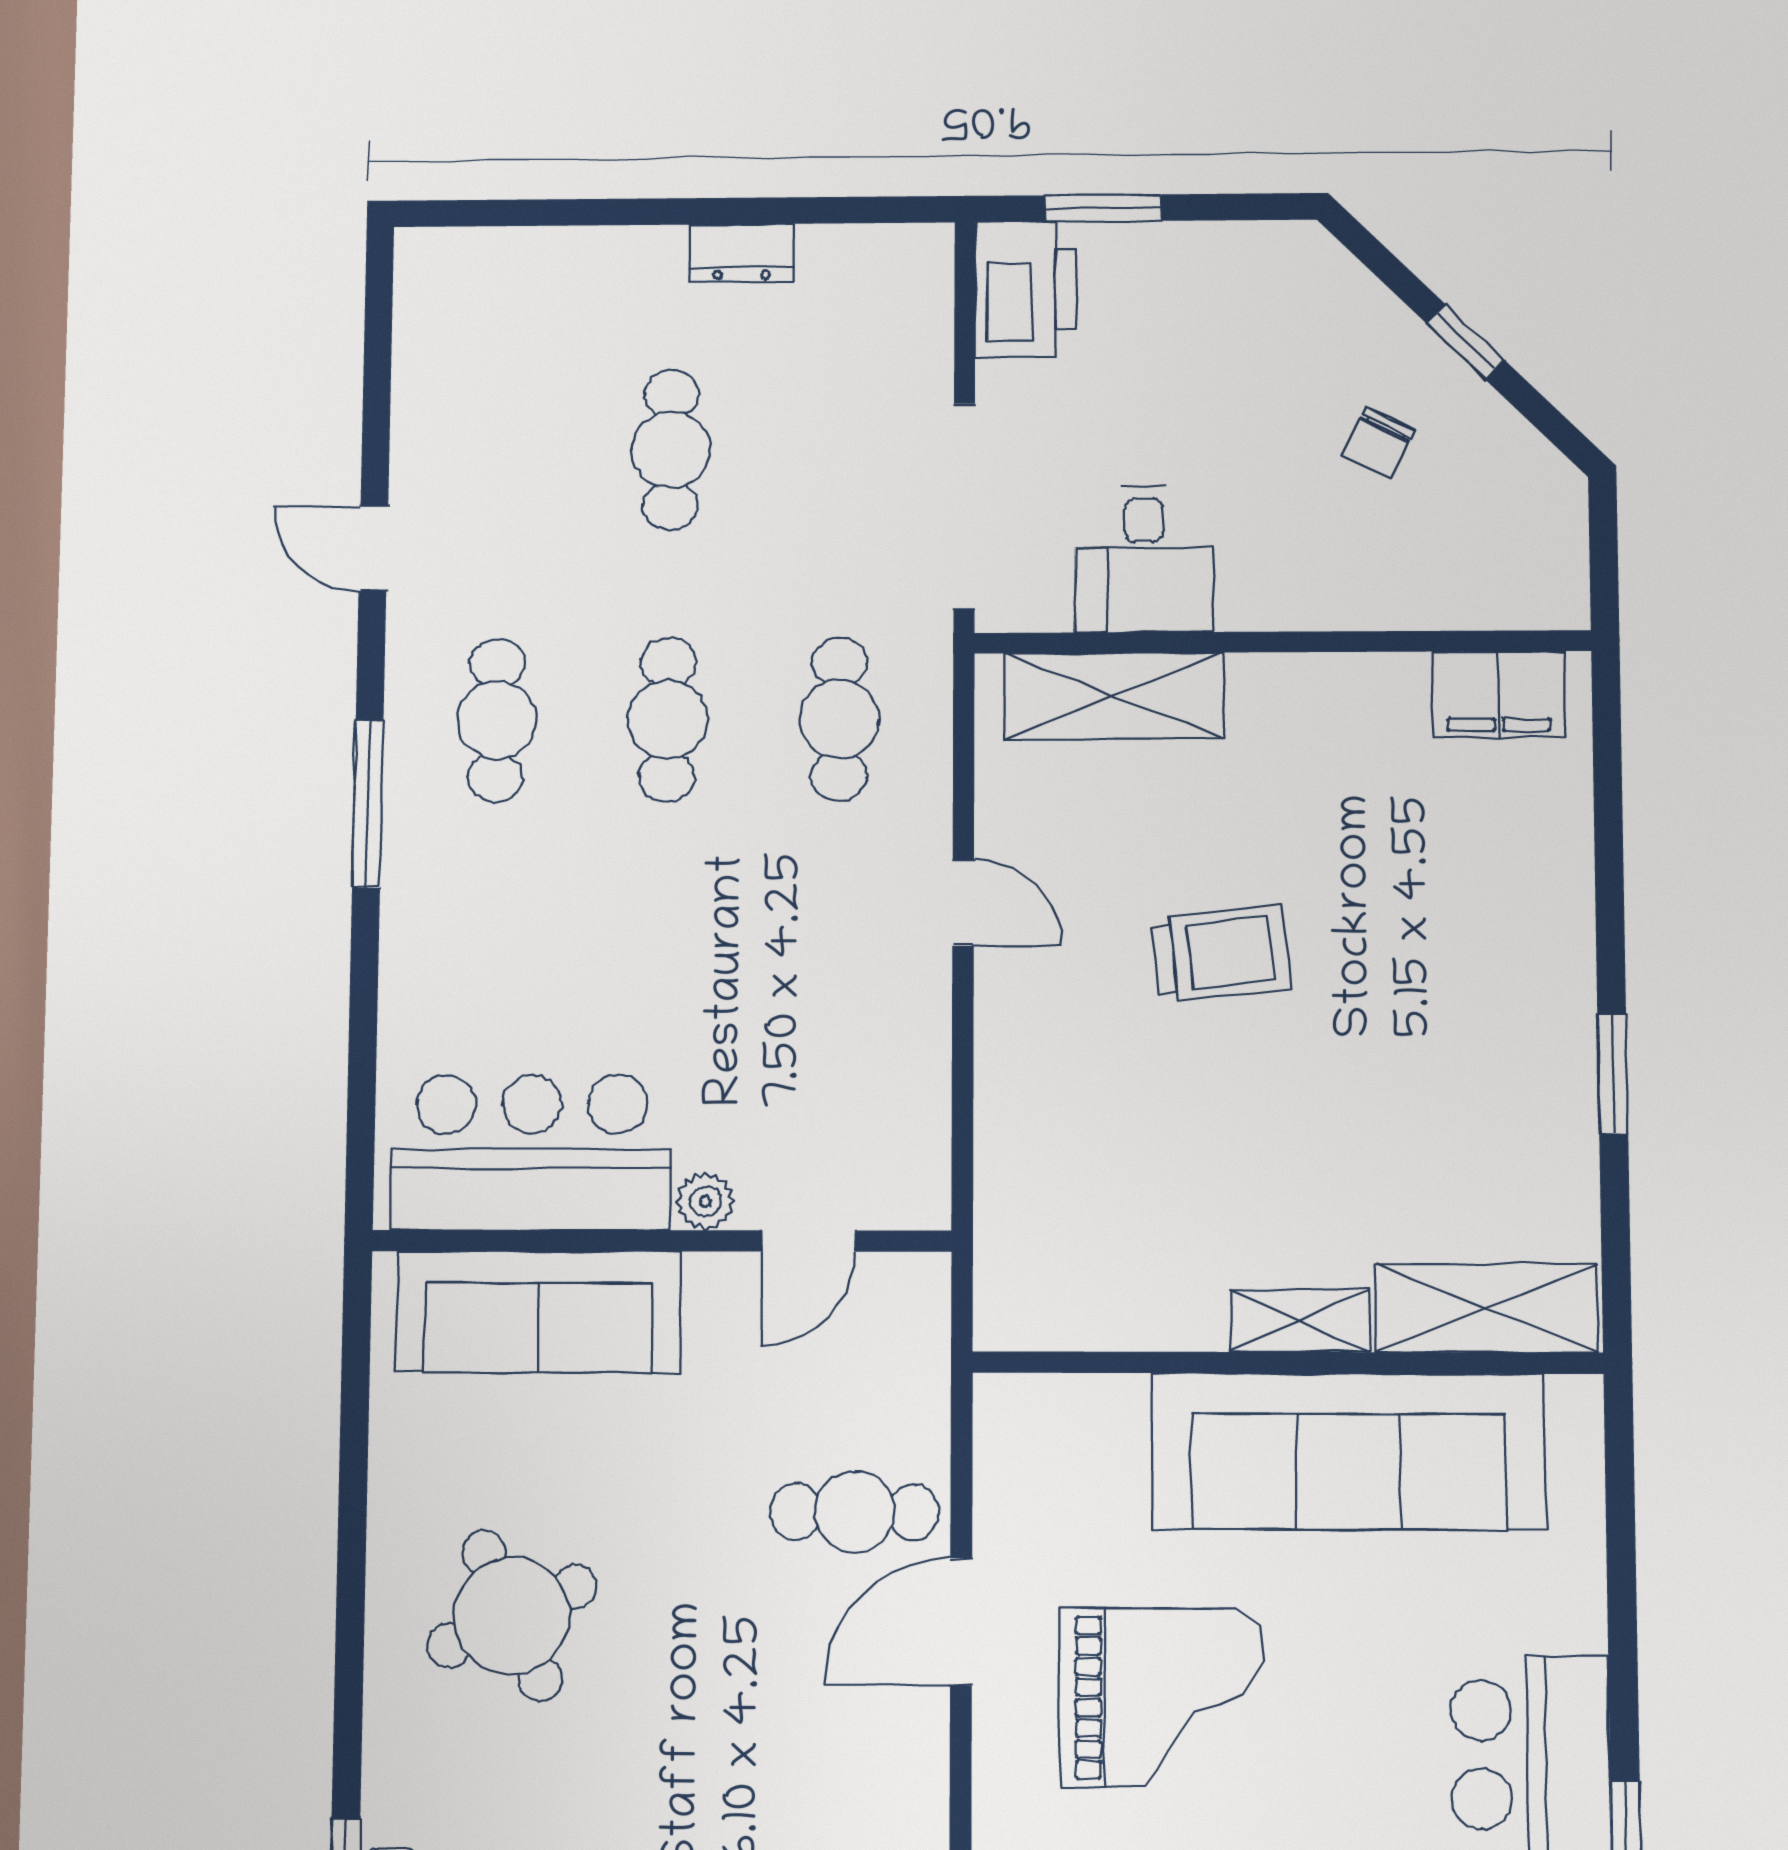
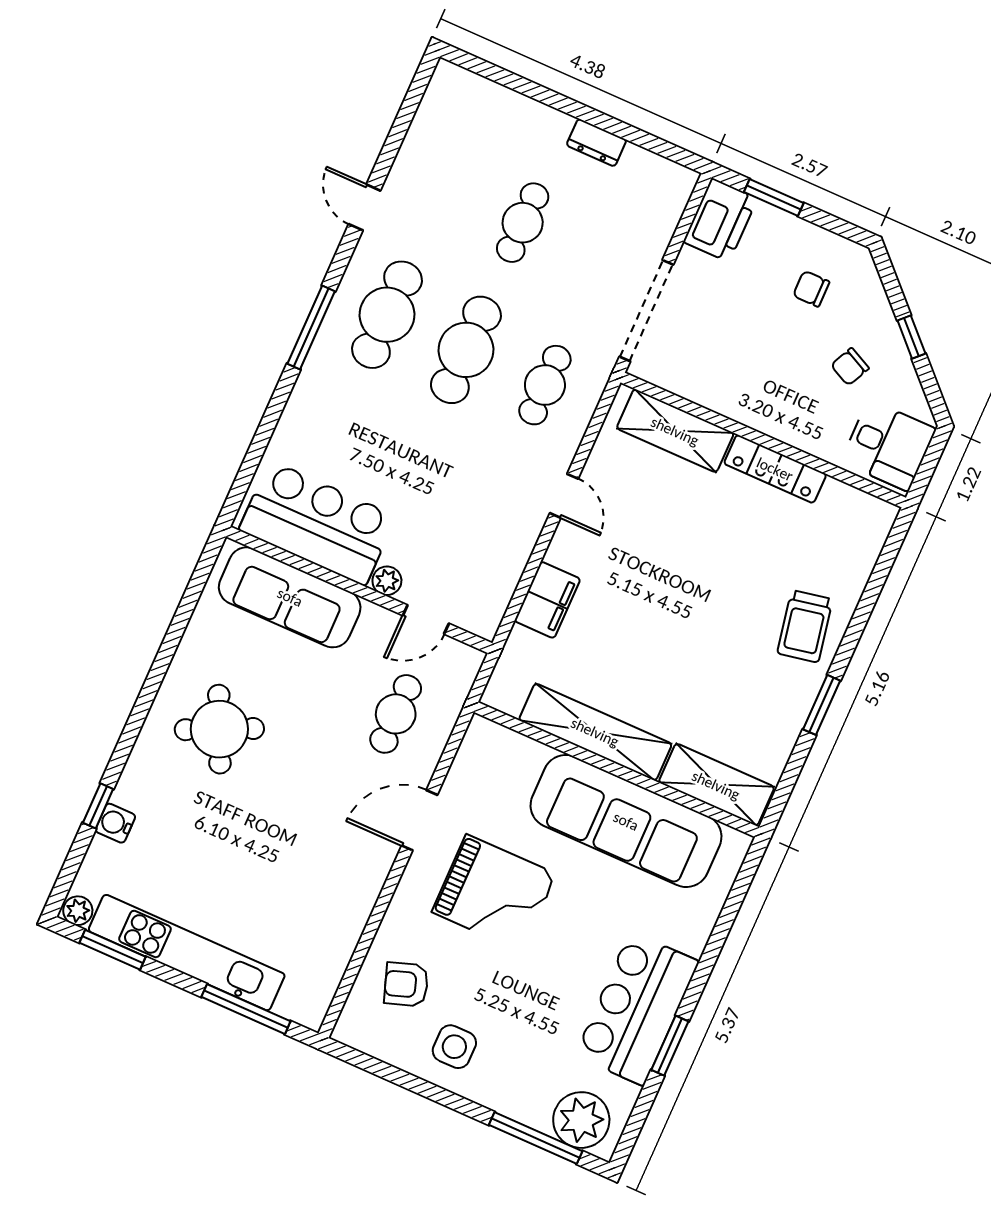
chair: (1245, 337) -> (811, 289), added
desk: (1144, 559) -> (888, 445), moved, turned -90
locker: (1328, 684) -> (775, 469), added
filing cabinet: (1498, 694) -> (547, 600), moved, turned -90
cafe table: (496, 720) -> (387, 315), width x1.37, depth x1.35
cafe table: (668, 720) -> (466, 350), width x1.37, depth x1.35
trolley: (1221, 954) -> (805, 626), moved, turned 85
shelving: (1300, 1321) -> (595, 732), width x2.20, depth x1.33
cafe table: (855, 1512) -> (396, 714), moved, turned 90

